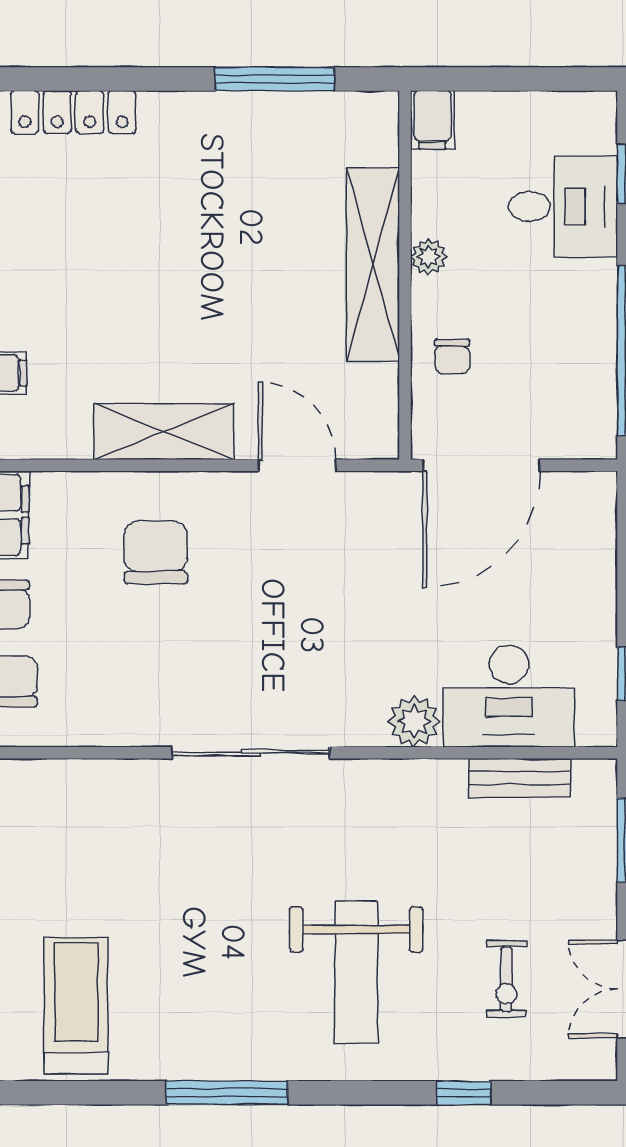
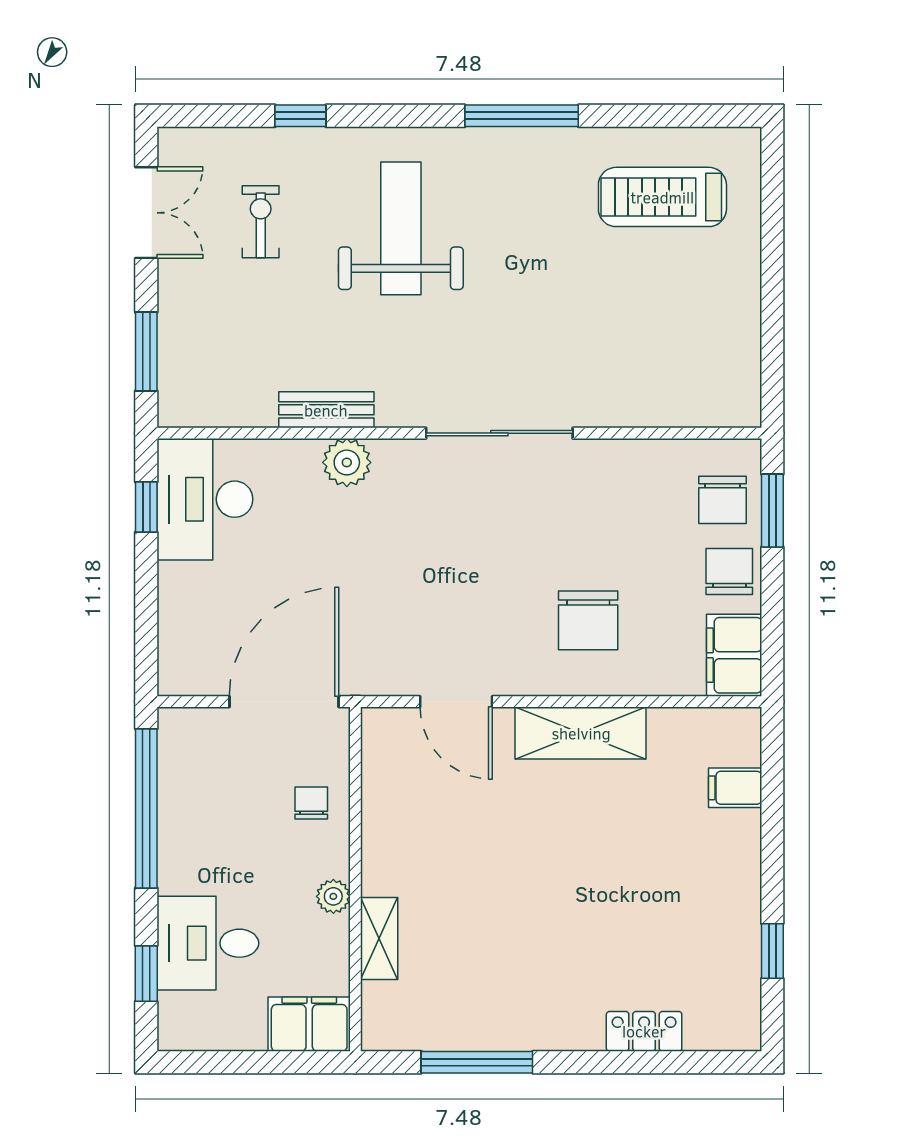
locker: (73, 112) -> (644, 1031), width x0.66
filing cabinet: (432, 120) -> (309, 1024), width x2.00
shelving: (373, 264) -> (379, 938), width x0.45, depth x0.75
desk: (509, 696) -> (205, 499), moved, turned -90
bench: (520, 778) -> (326, 410), moved
treadmill: (76, 1006) -> (662, 197), turned 90

